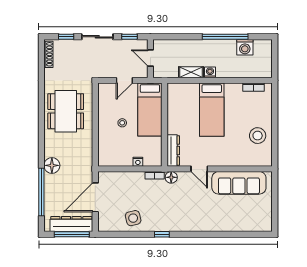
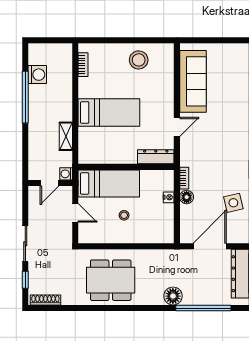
window: (129, 37) -> (25, 207), removed
washing machine: (210, 72) -> (66, 174), moved
floor lamp: (171, 177) -> (187, 197), moved
door: (95, 197) -> (210, 246), swing flipped

